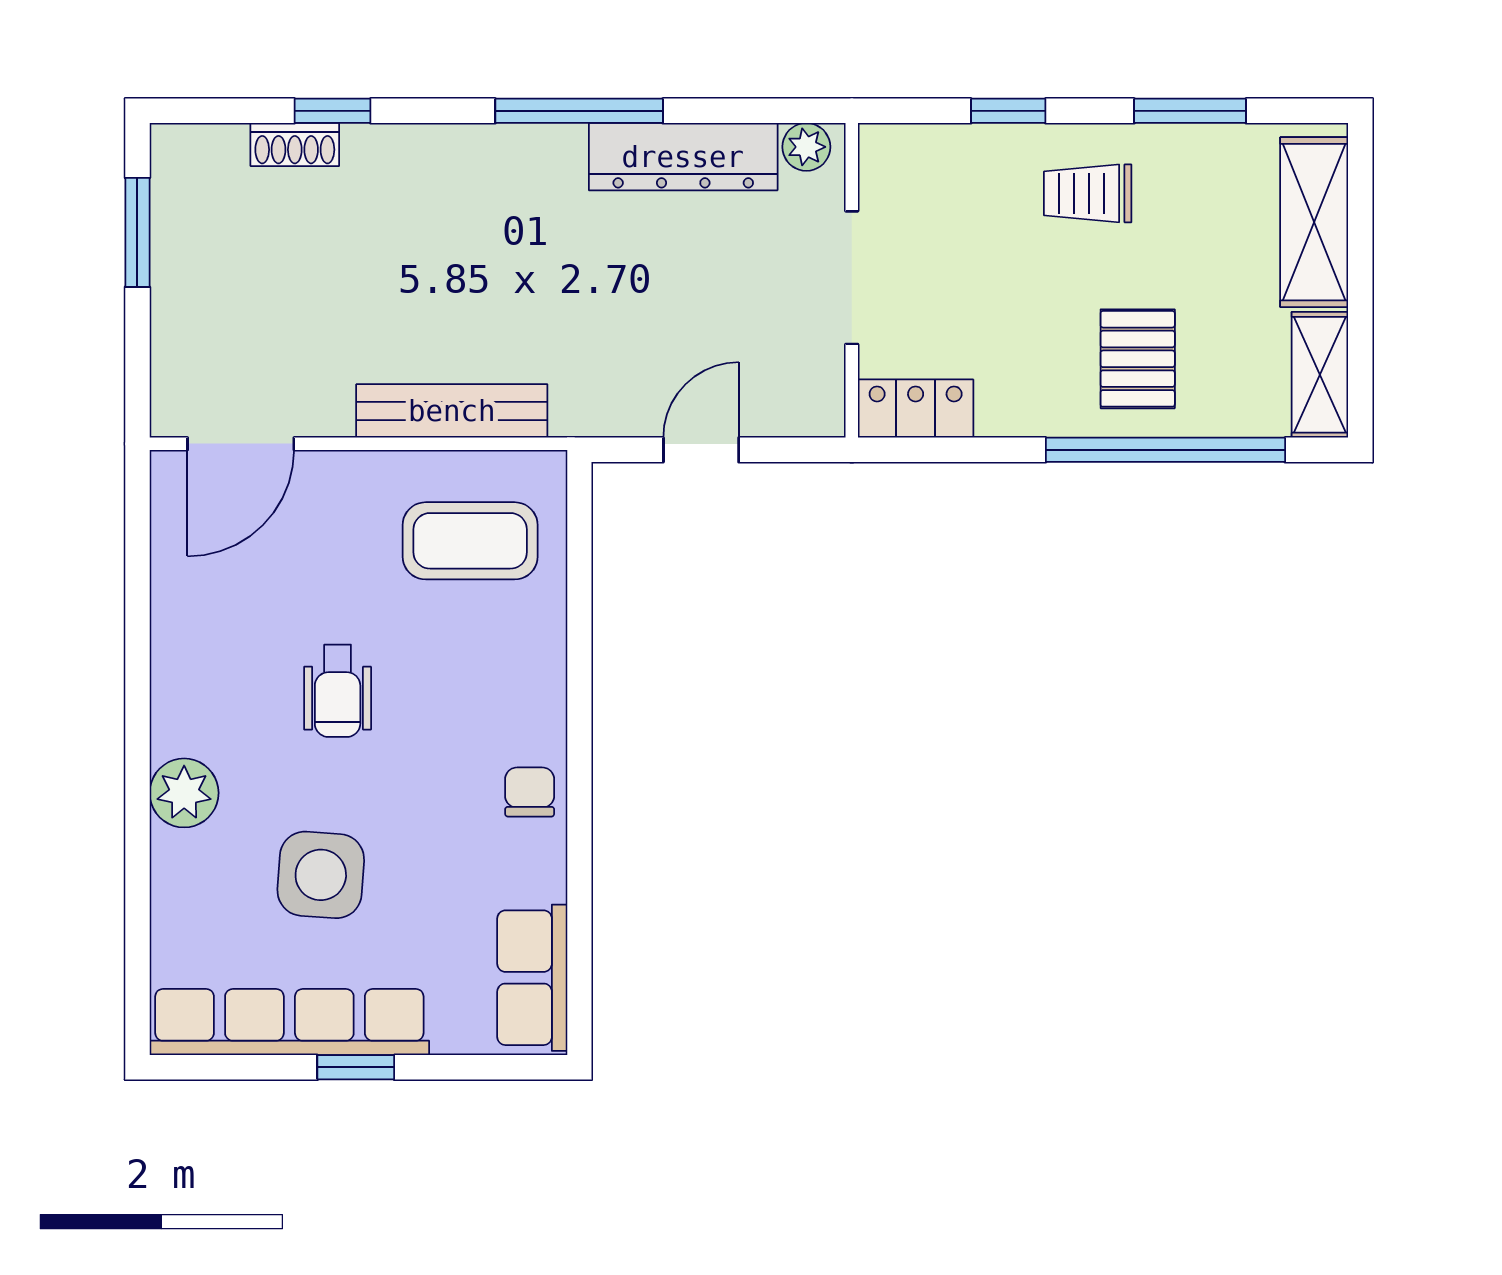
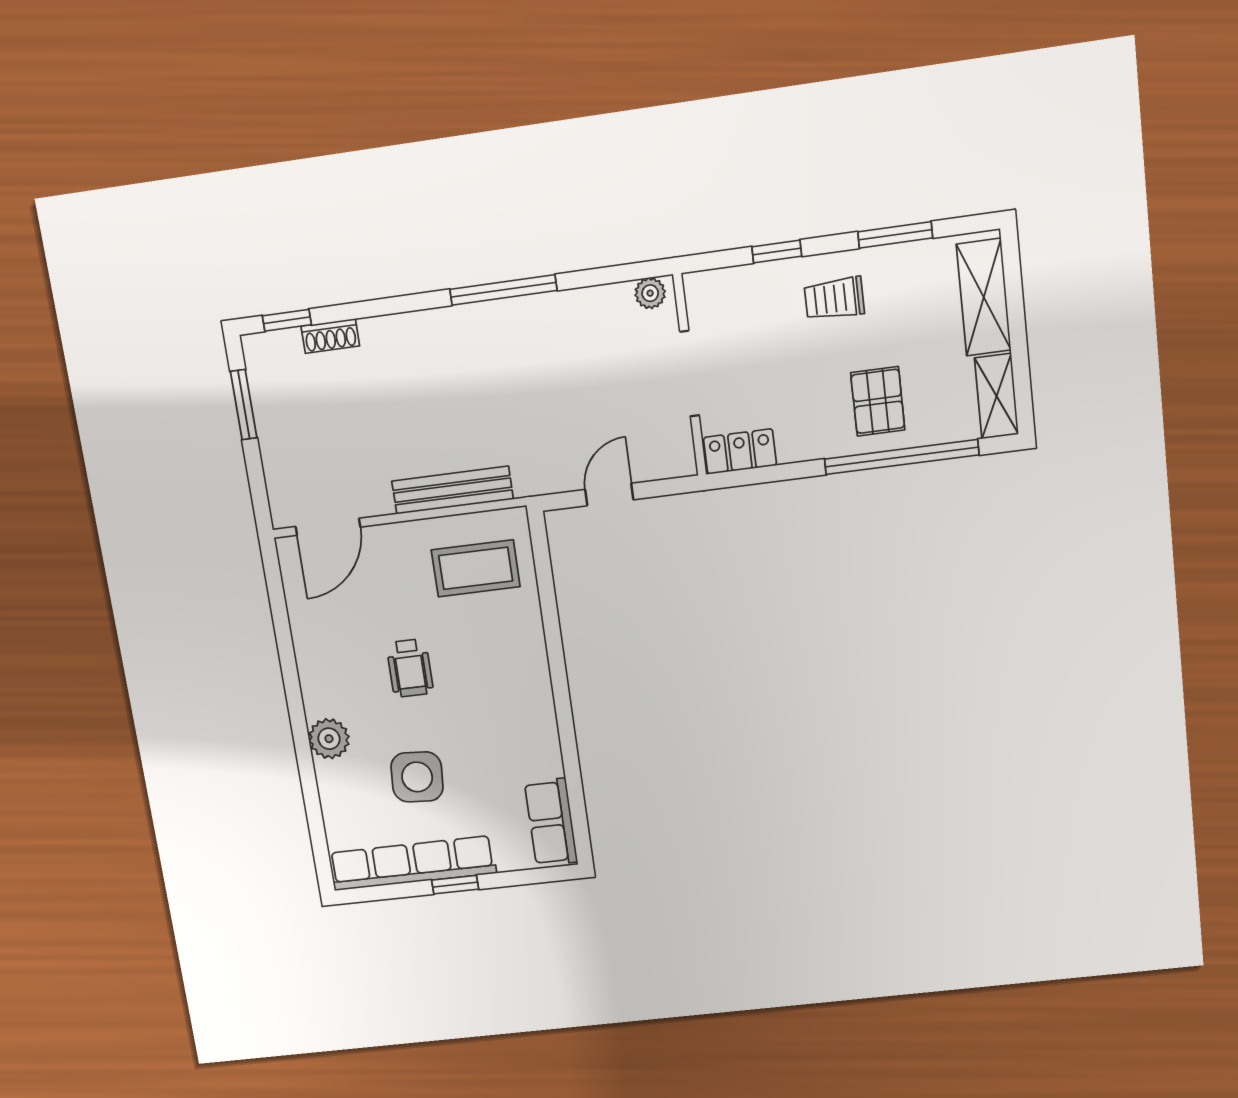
window: (332, 111) -> (287, 320), moved
dresser: (683, 157) -> (573, 310), removed
chair: (530, 792) -> (534, 714), removed

